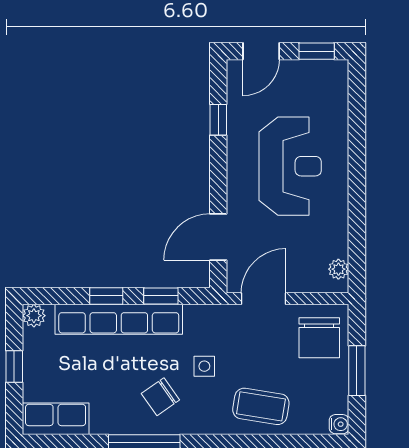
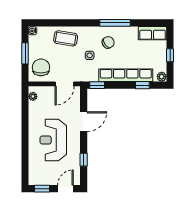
door: (218, 237) -> (84, 122), moved
window: (106, 296) -> (142, 85), moved
window: (161, 296) -> (97, 85), moved

